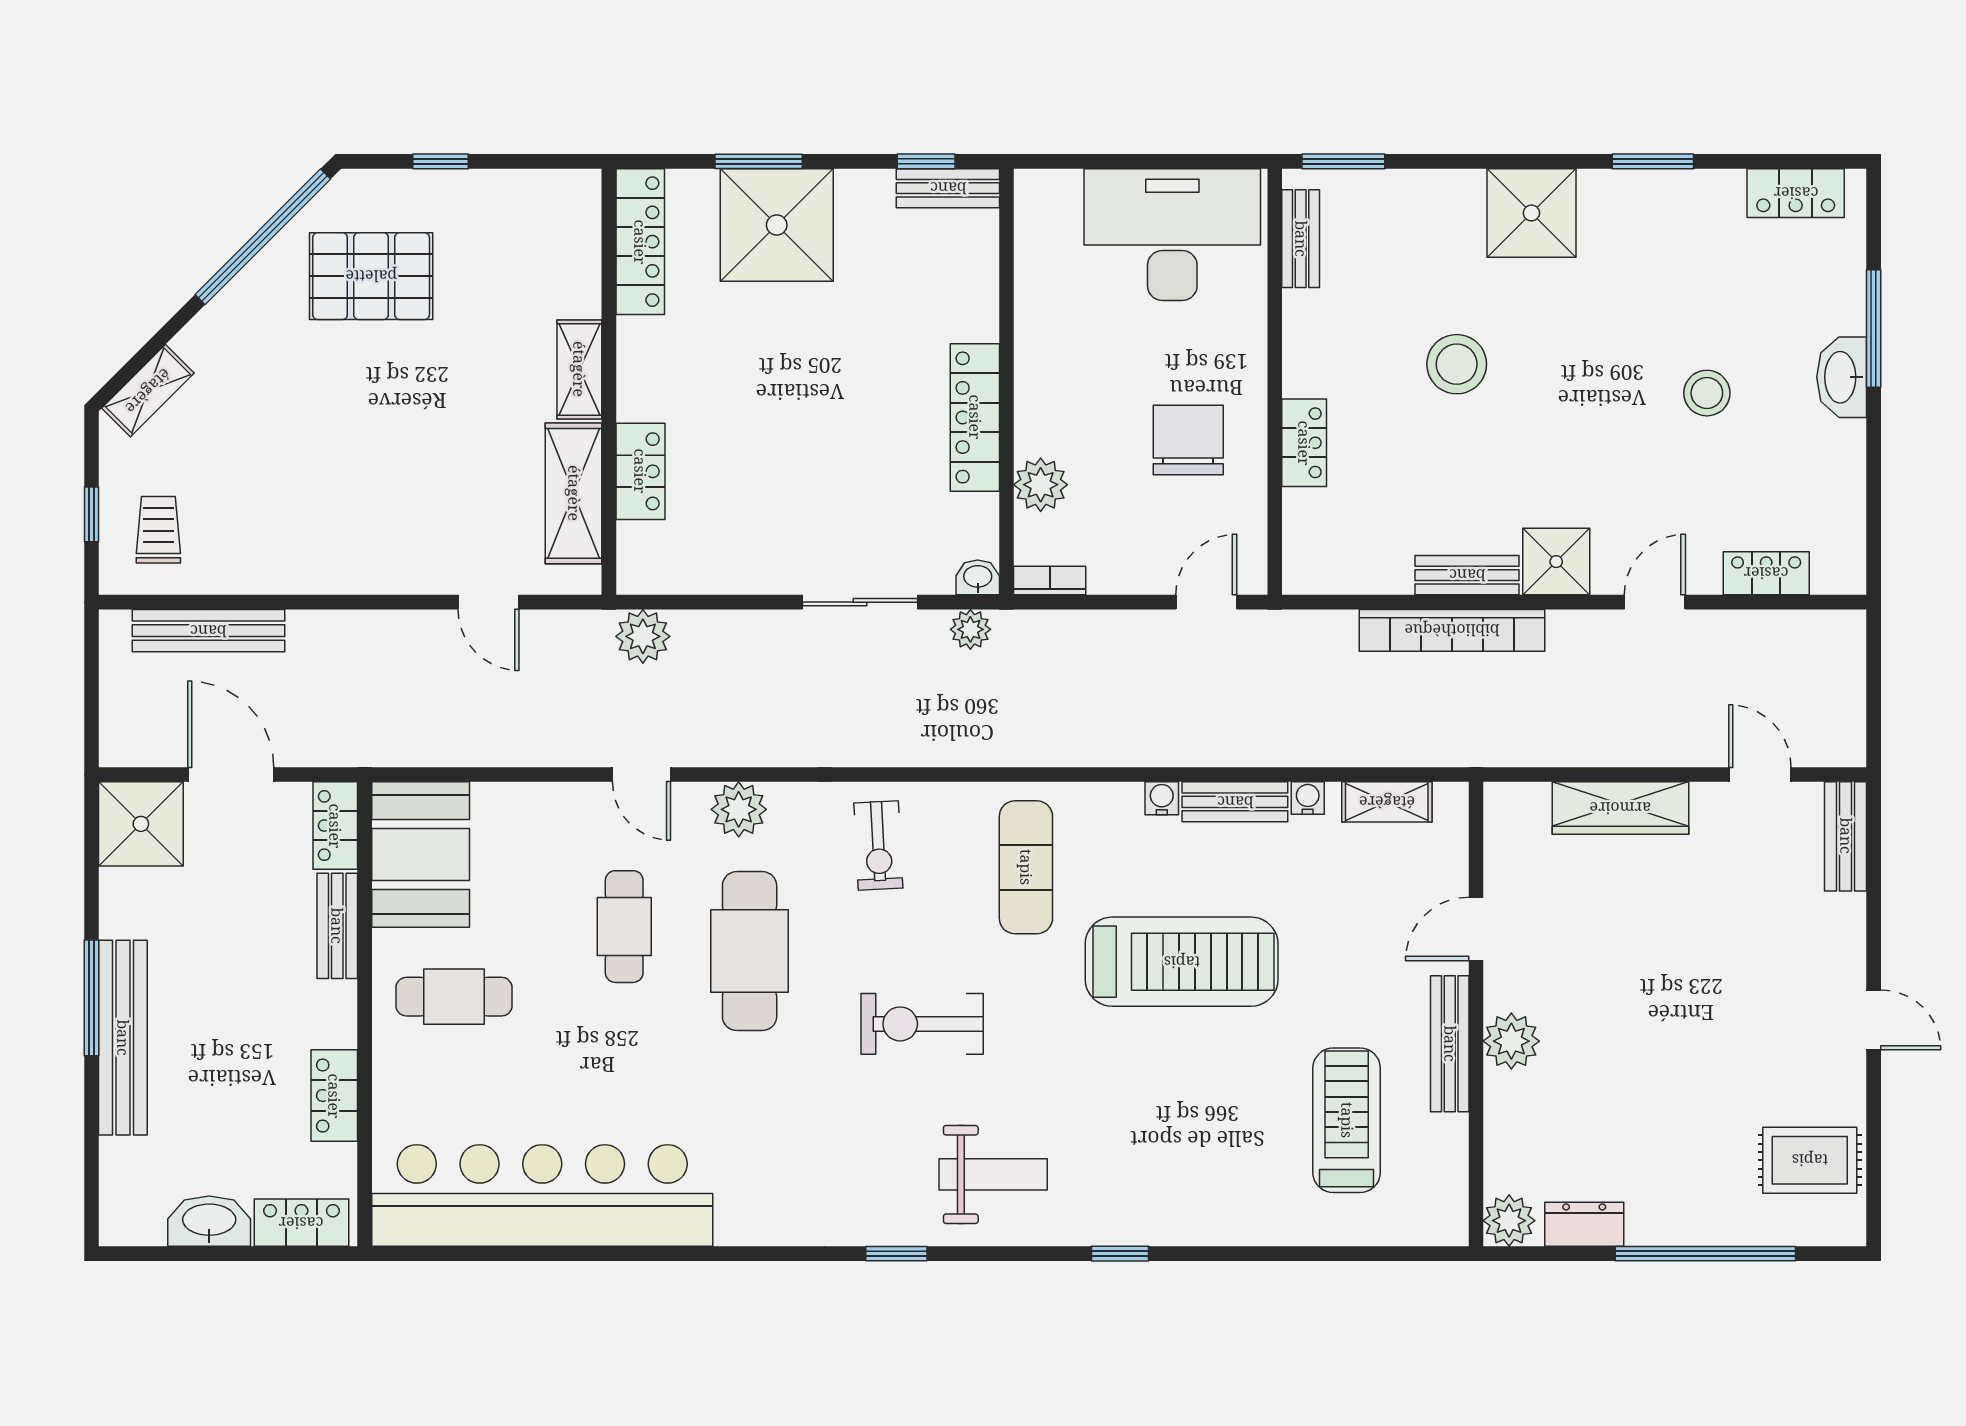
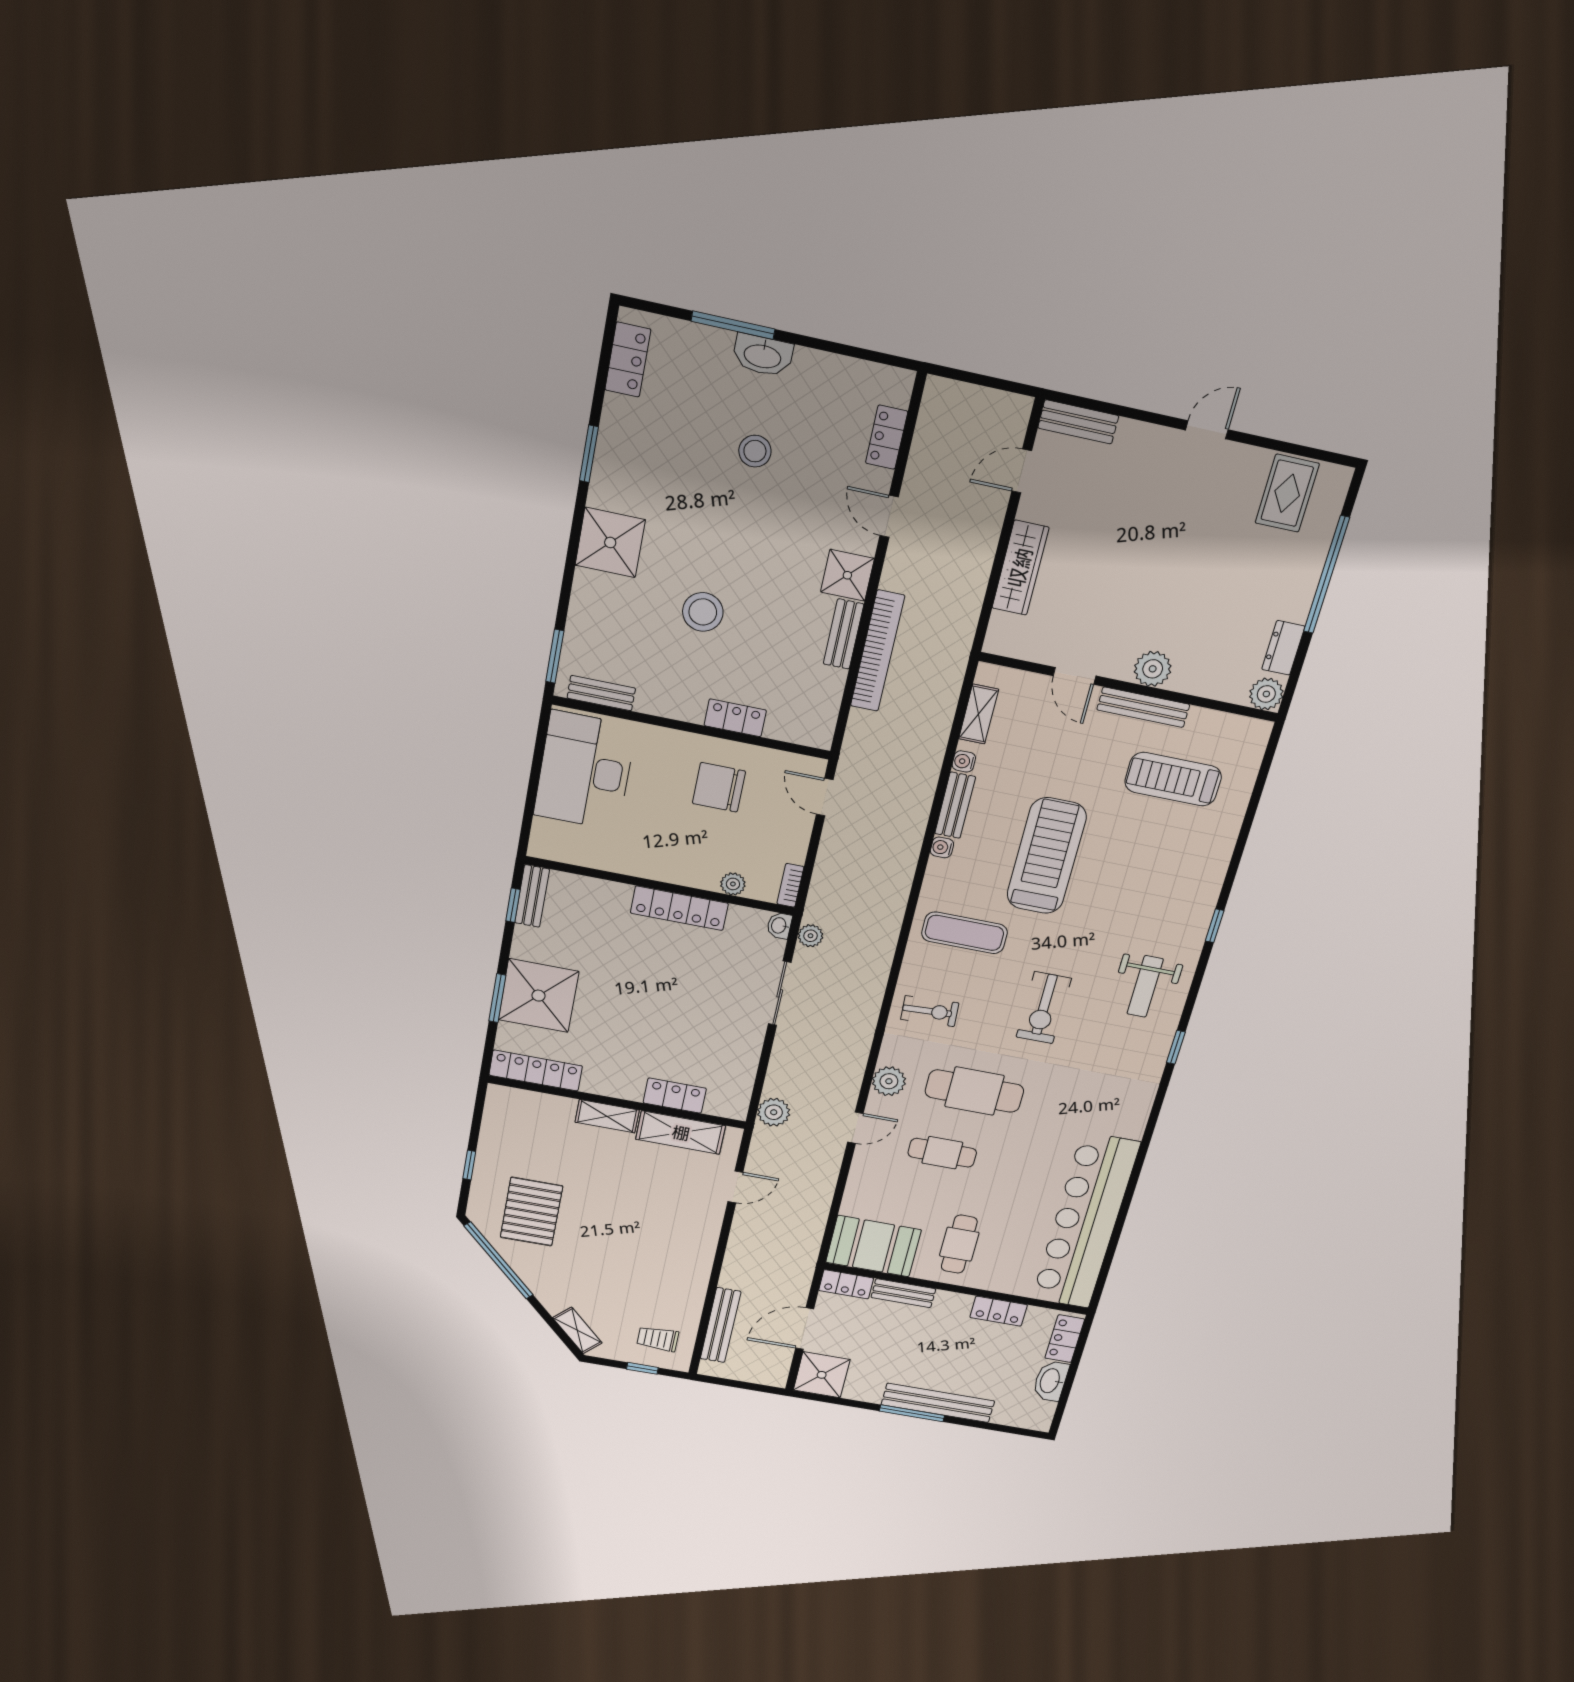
plant: (1041, 485) -> (733, 884), width x0.73, depth x0.73
weight bench: (993, 1174) -> (1145, 986), turned 180

